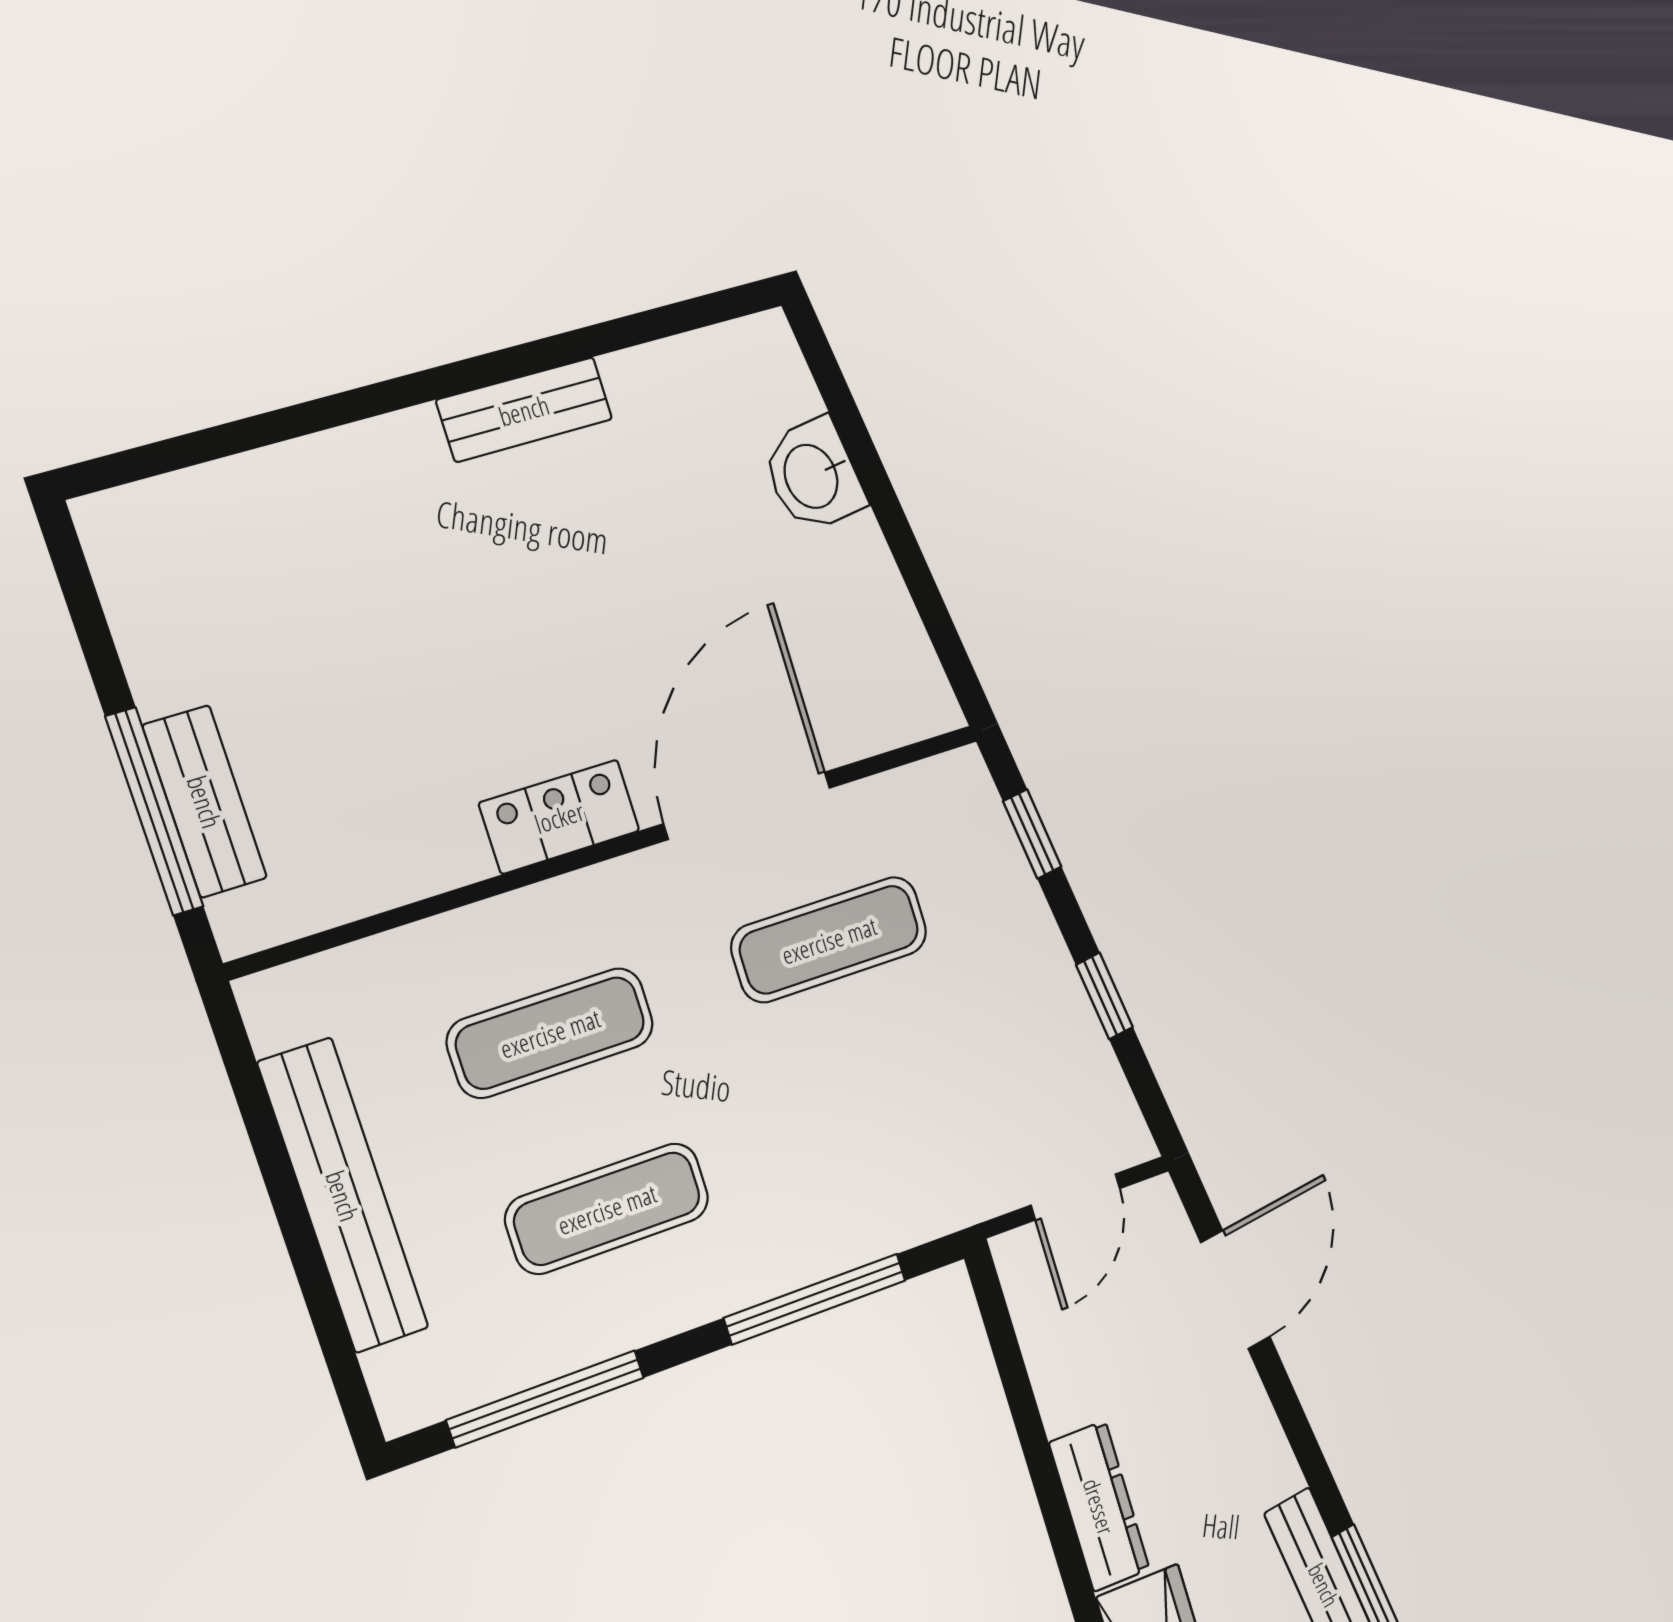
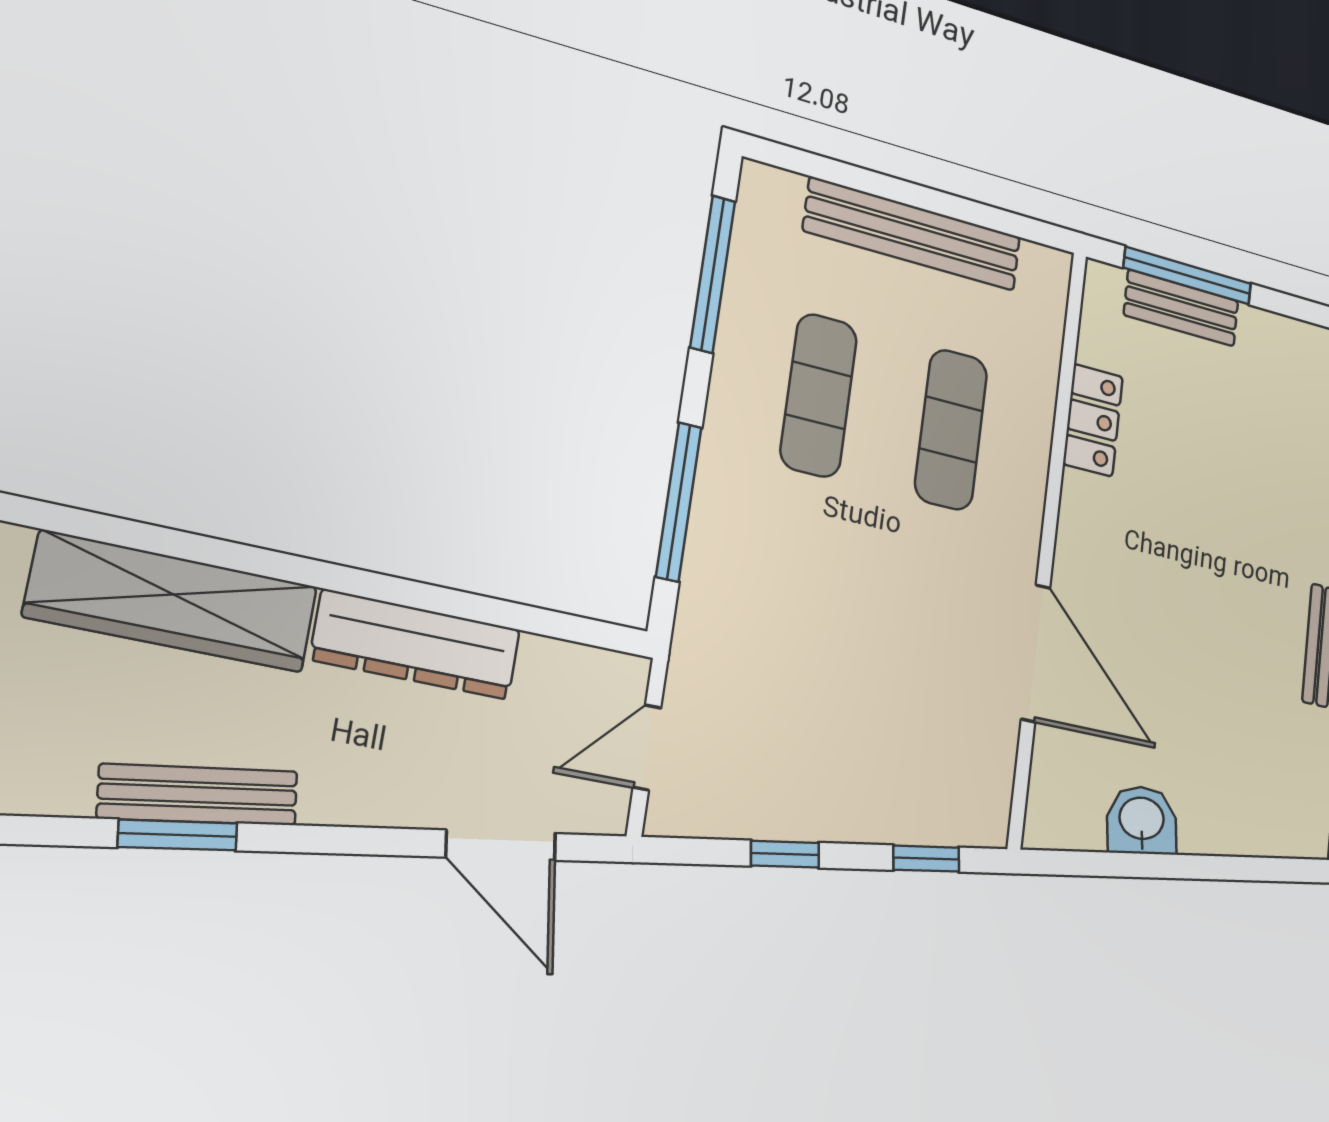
washbasin: (813, 475) -> (1142, 820), moved
locker: (559, 817) -> (1093, 420), moved
exercise mat: (829, 940) -> (923, 660), removed
door: (1075, 1197) -> (647, 748), hinge flipped
dresser: (1099, 1506) -> (416, 645), width x1.37, depth x1.24

